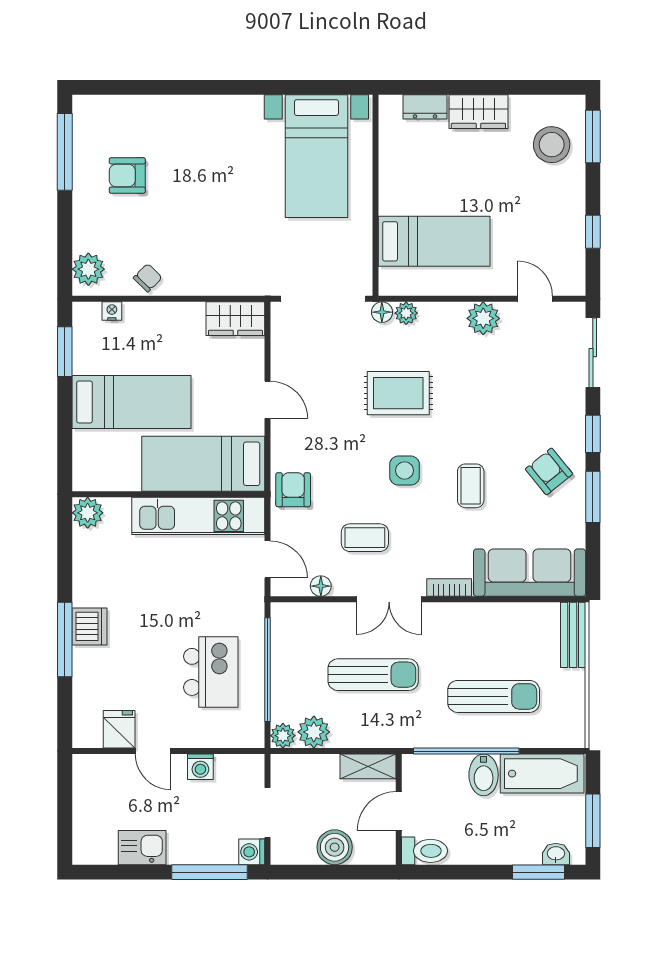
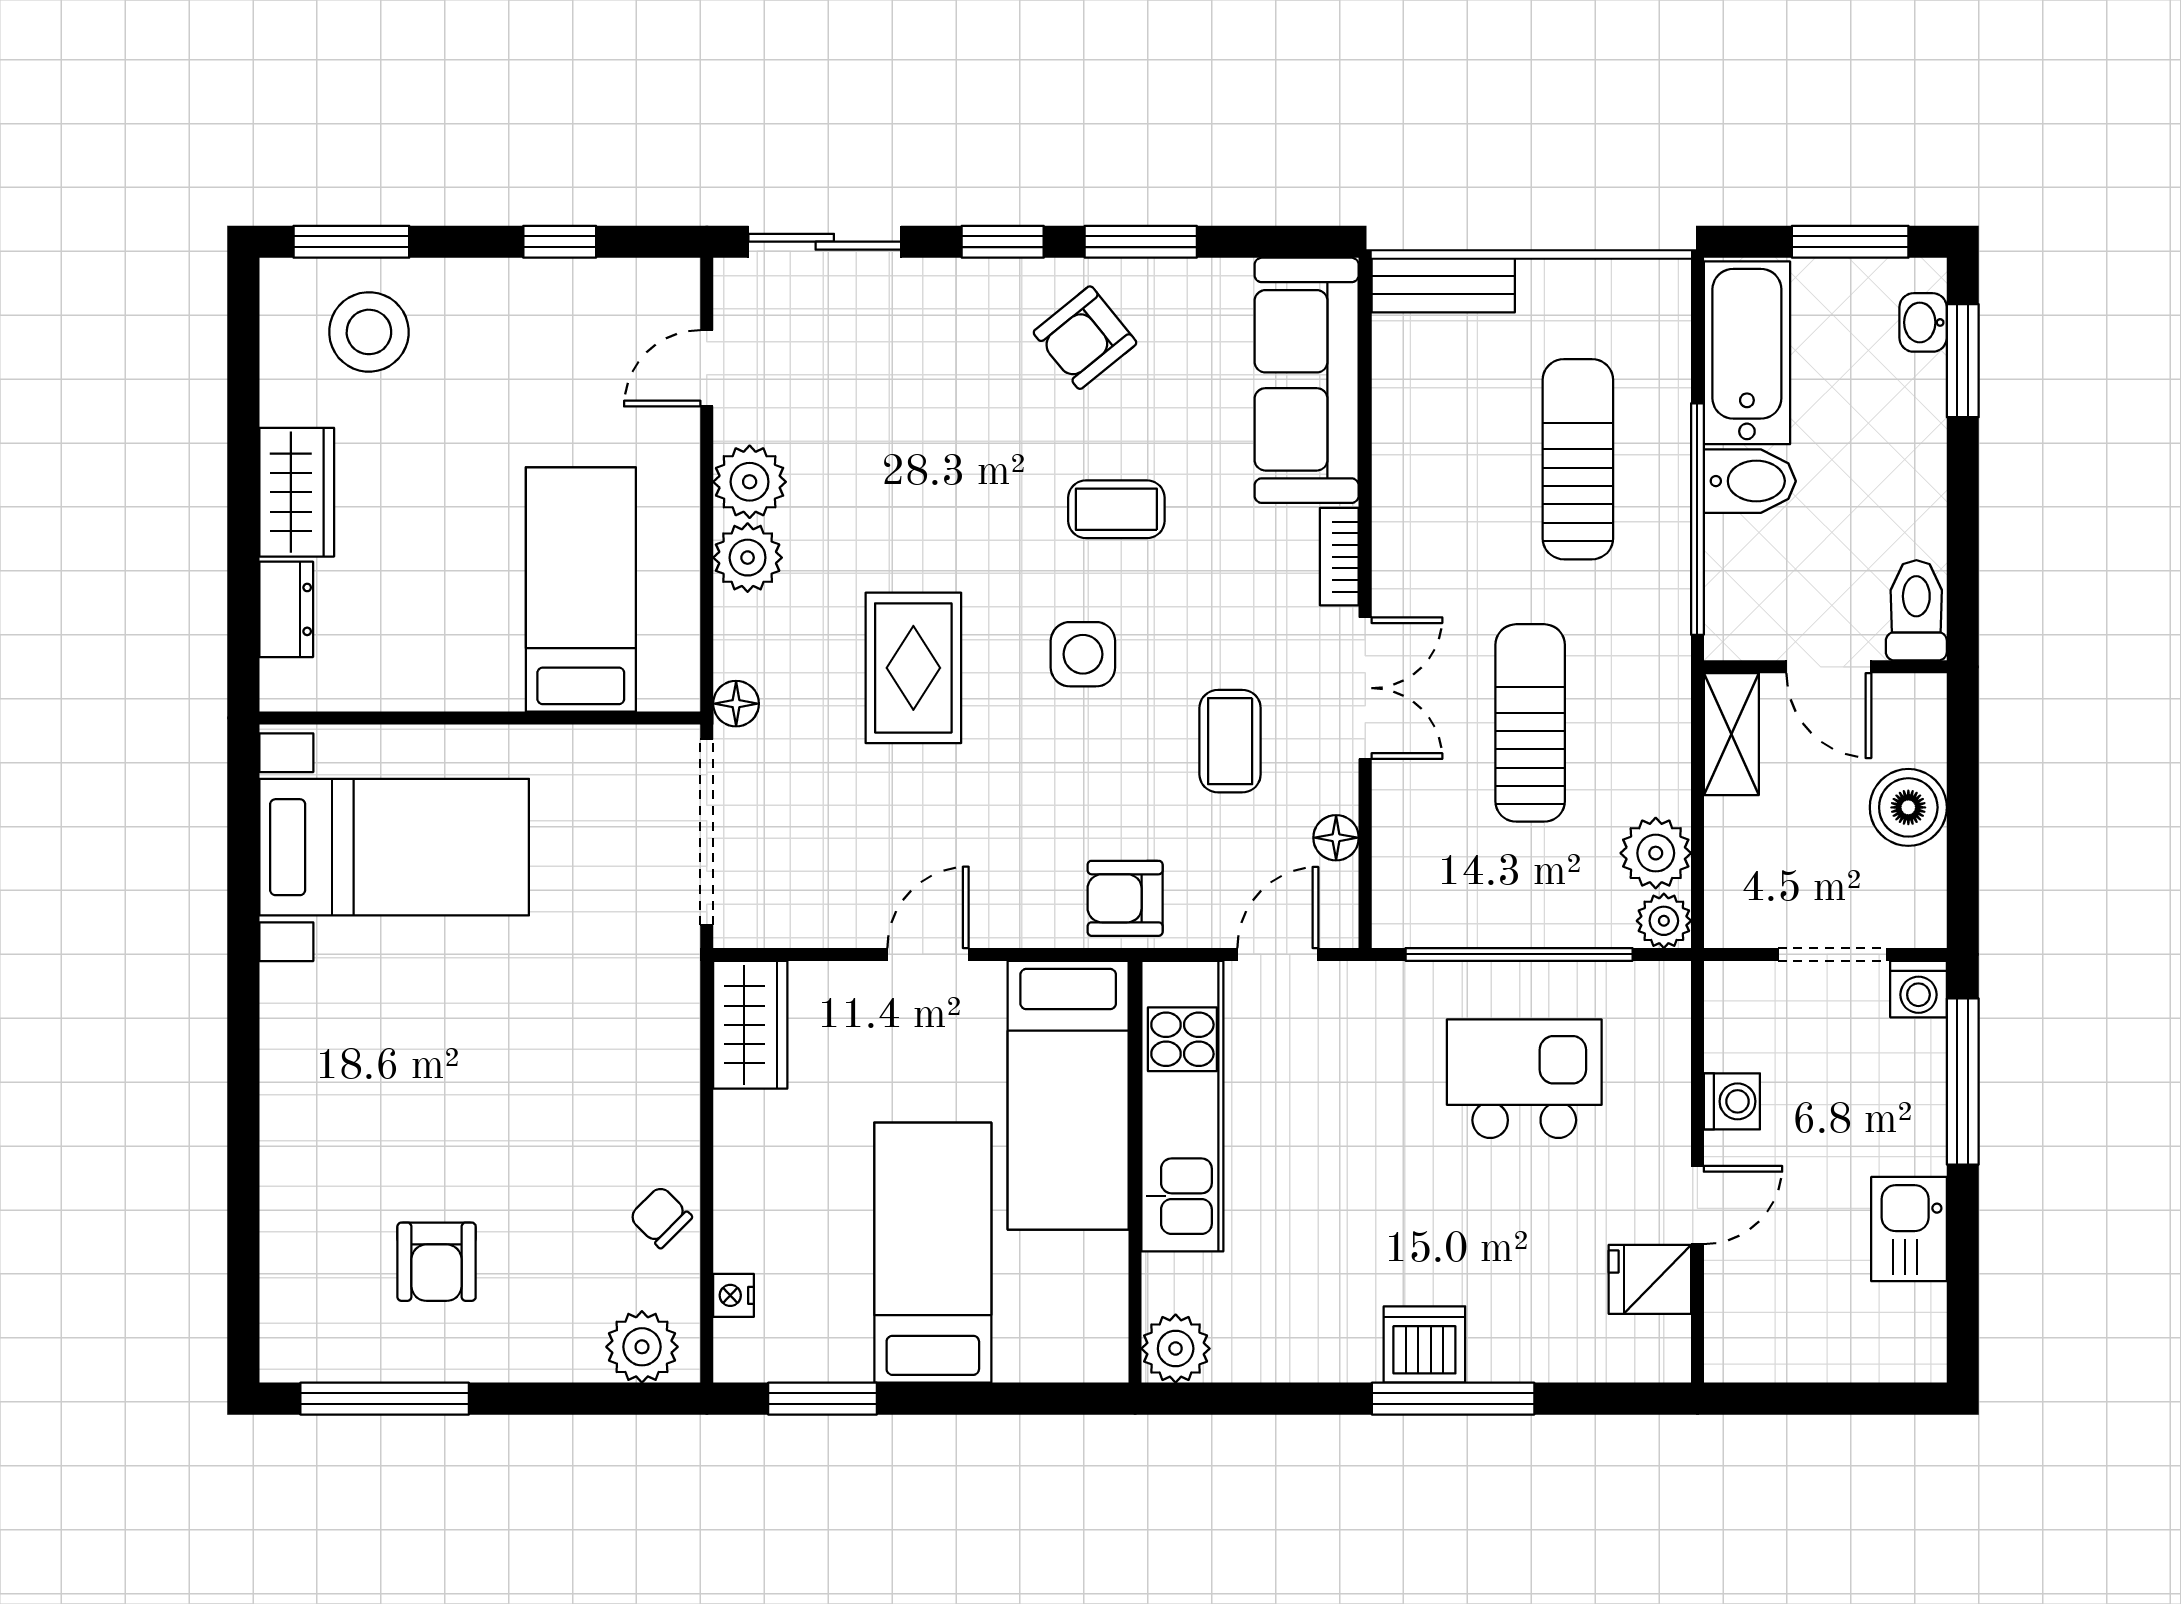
plant: (406, 313) -> (748, 558), moved, width x1.38, depth x1.38

